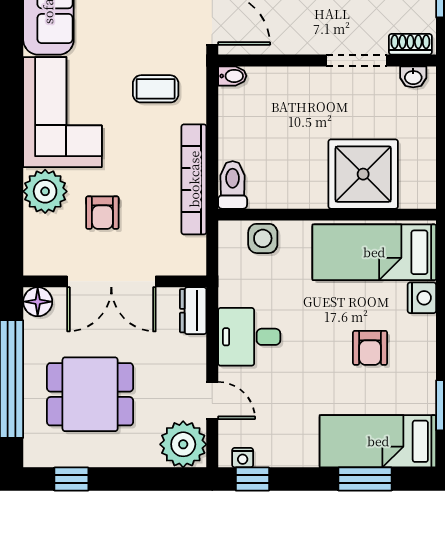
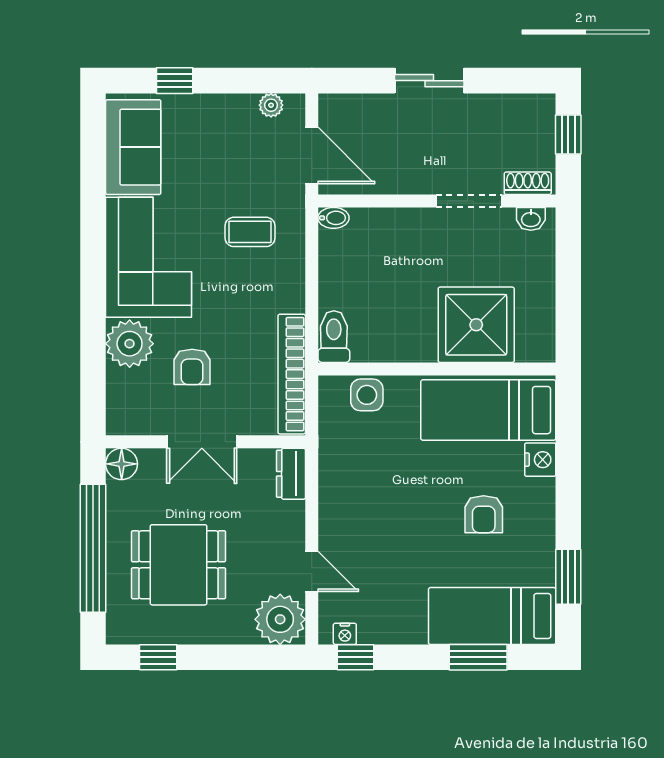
bookcase: (194, 179) -> (292, 374), moved
double door: (111, 281) -> (202, 442), width x0.73
desk: (249, 337) -> (352, 502), removed

